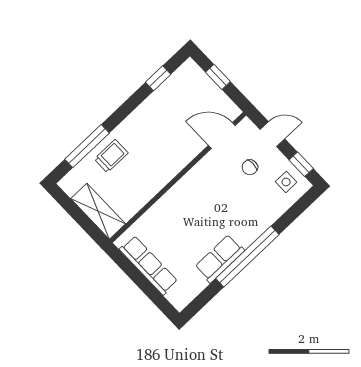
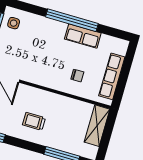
trolley: (111, 156) -> (34, 121), moved
chair: (250, 167) -> (77, 76), moved

